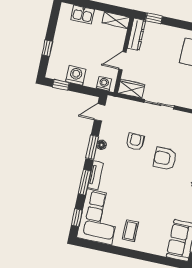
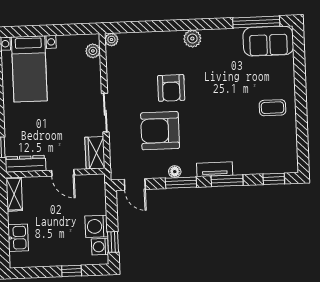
washing machine: (104, 84) -> (100, 247), moved
armchair: (135, 142) -> (160, 131), width x1.88, depth x1.88
corner sofa: (99, 217) -> (265, 151), removed

